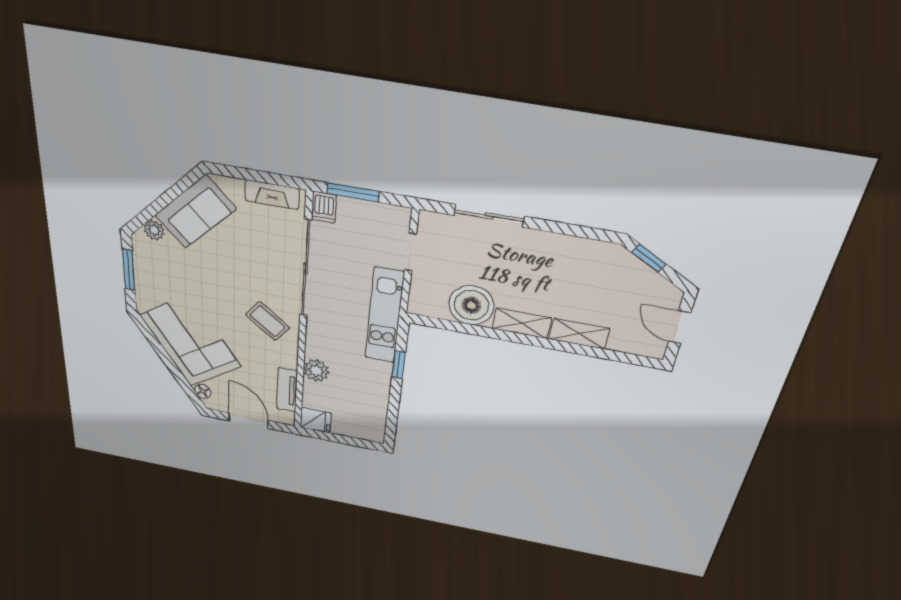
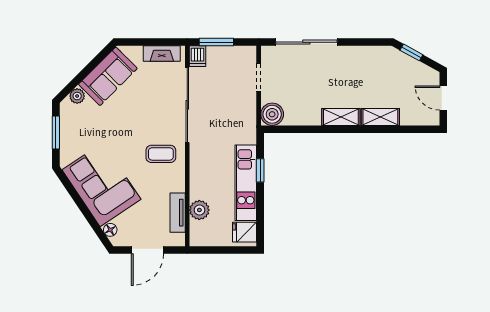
sliding door: (489, 216) -> (306, 42), width x1.37
boiler: (471, 305) -> (272, 114), moved, width x0.73, depth x0.73
kitchen unit: (384, 316) -> (246, 183), moved
coffee table: (267, 321) -> (161, 154), turned -38
plant: (316, 371) -> (199, 210), moved
fridge: (316, 420) -> (245, 232), moved, turned 180
door: (248, 421) -> (147, 250), swing flipped

